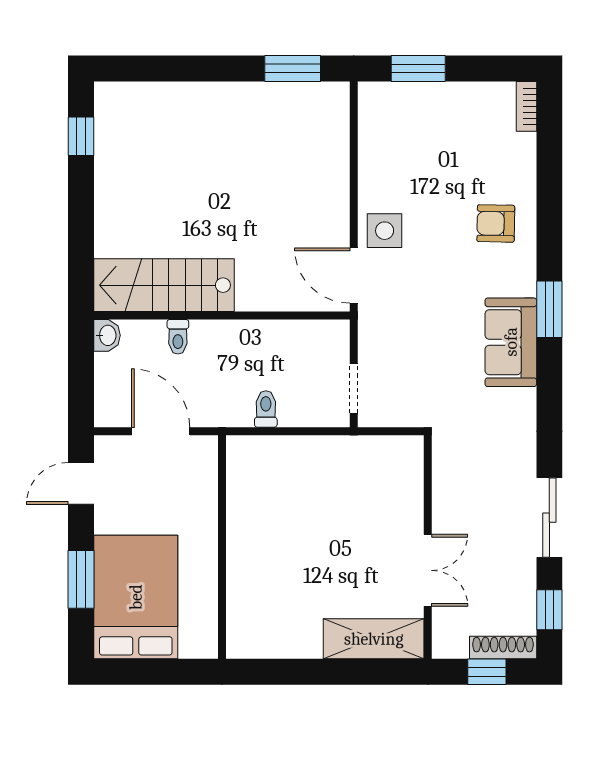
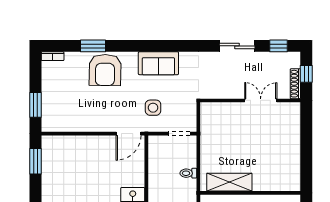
armchair: (496, 223) -> (105, 70), width x1.88, depth x1.88
side table: (385, 231) -> (153, 108), moved
window: (549, 309) -> (93, 46), moved
shelving: (374, 639) -> (229, 182), moved, turned 90
shoe rack: (503, 648) -> (295, 84), moved

